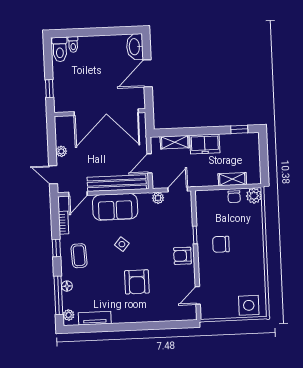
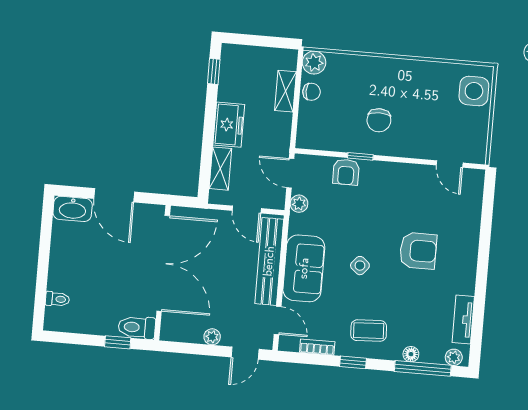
toilet: (60, 49) -> (137, 327), moved, turned 180
armchair: (182, 256) -> (346, 172), moved

